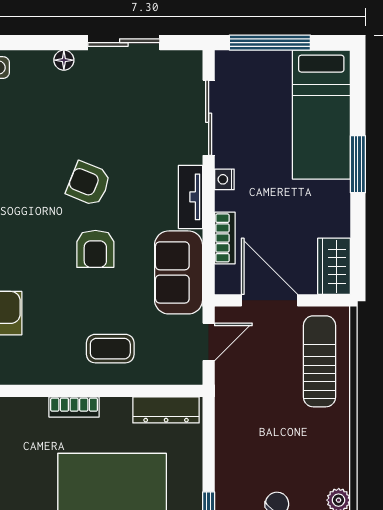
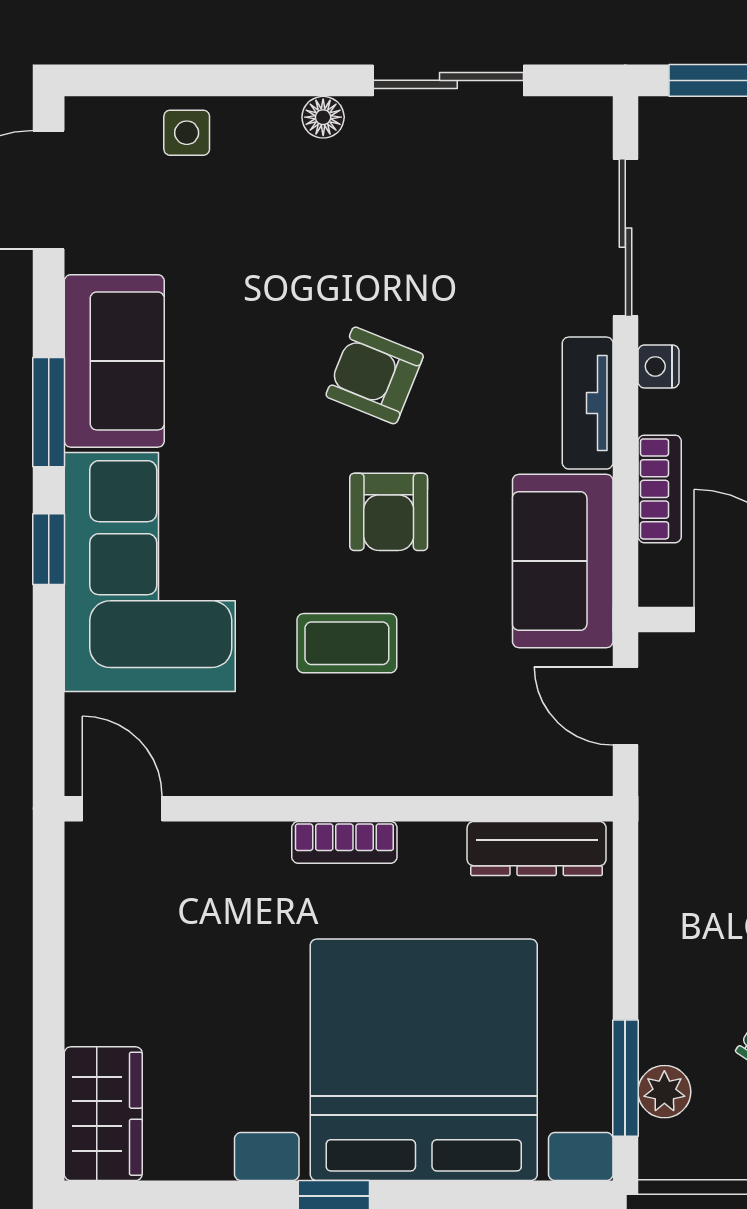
door: (209, 342) -> (625, 706), swing flipped
coffee table: (110, 349) -> (347, 643), moved

